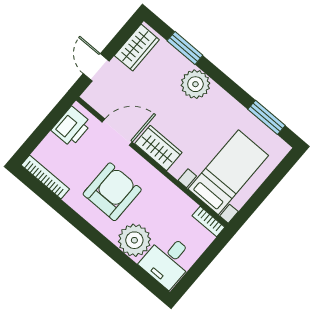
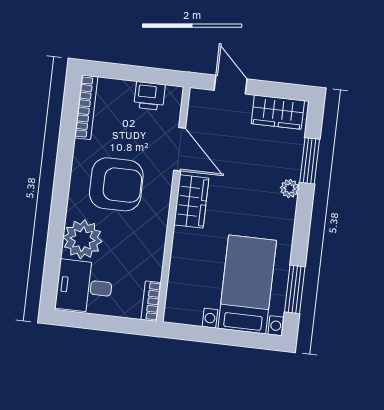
door: (96, 67) -> (231, 85), hinge flipped
plant: (195, 84) -> (290, 188), width x0.53, depth x0.53
printer: (71, 127) -> (149, 96), width x0.73, depth x0.81
bed with nightstands: (228, 172) -> (247, 284), moved, turned -90

